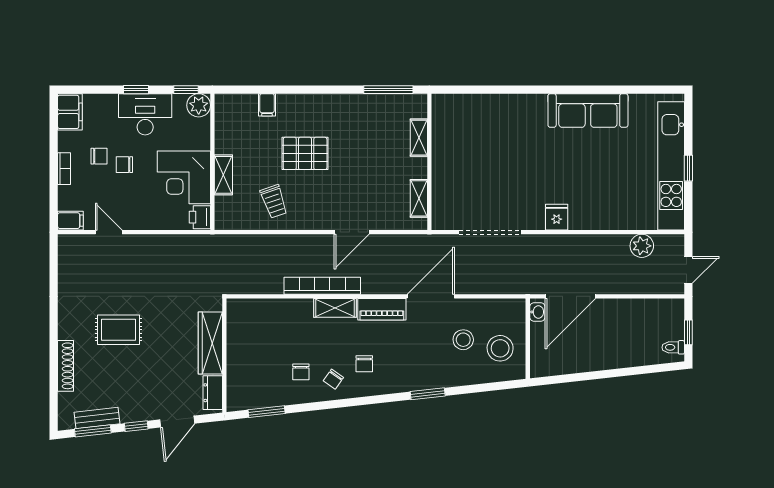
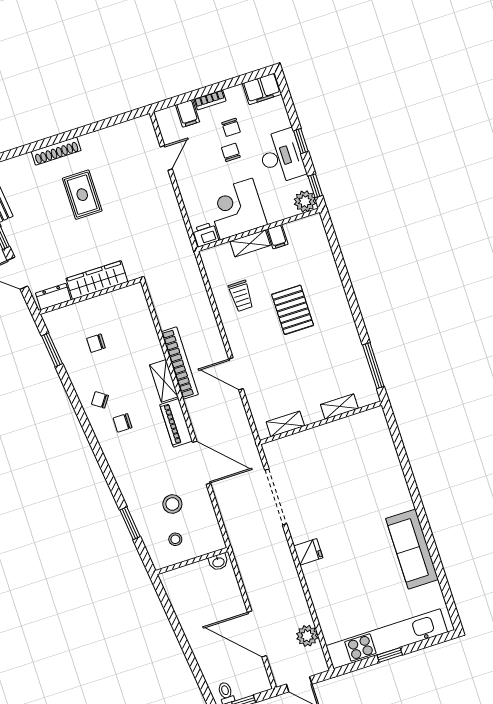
filing cabinet: (267, 105) -> (277, 237), moved, turned -90
trolley: (274, 201) -> (241, 296), turned -71
filing cabinet: (70, 221) -> (188, 113), moved
door: (570, 296) -> (257, 634), moved
stool: (500, 348) -> (175, 539), width x0.53, depth x0.53
shoe rack: (66, 366) -> (56, 151), moved
chair: (301, 372) -> (96, 343), moved
window: (428, 394) -> (130, 523), moved

